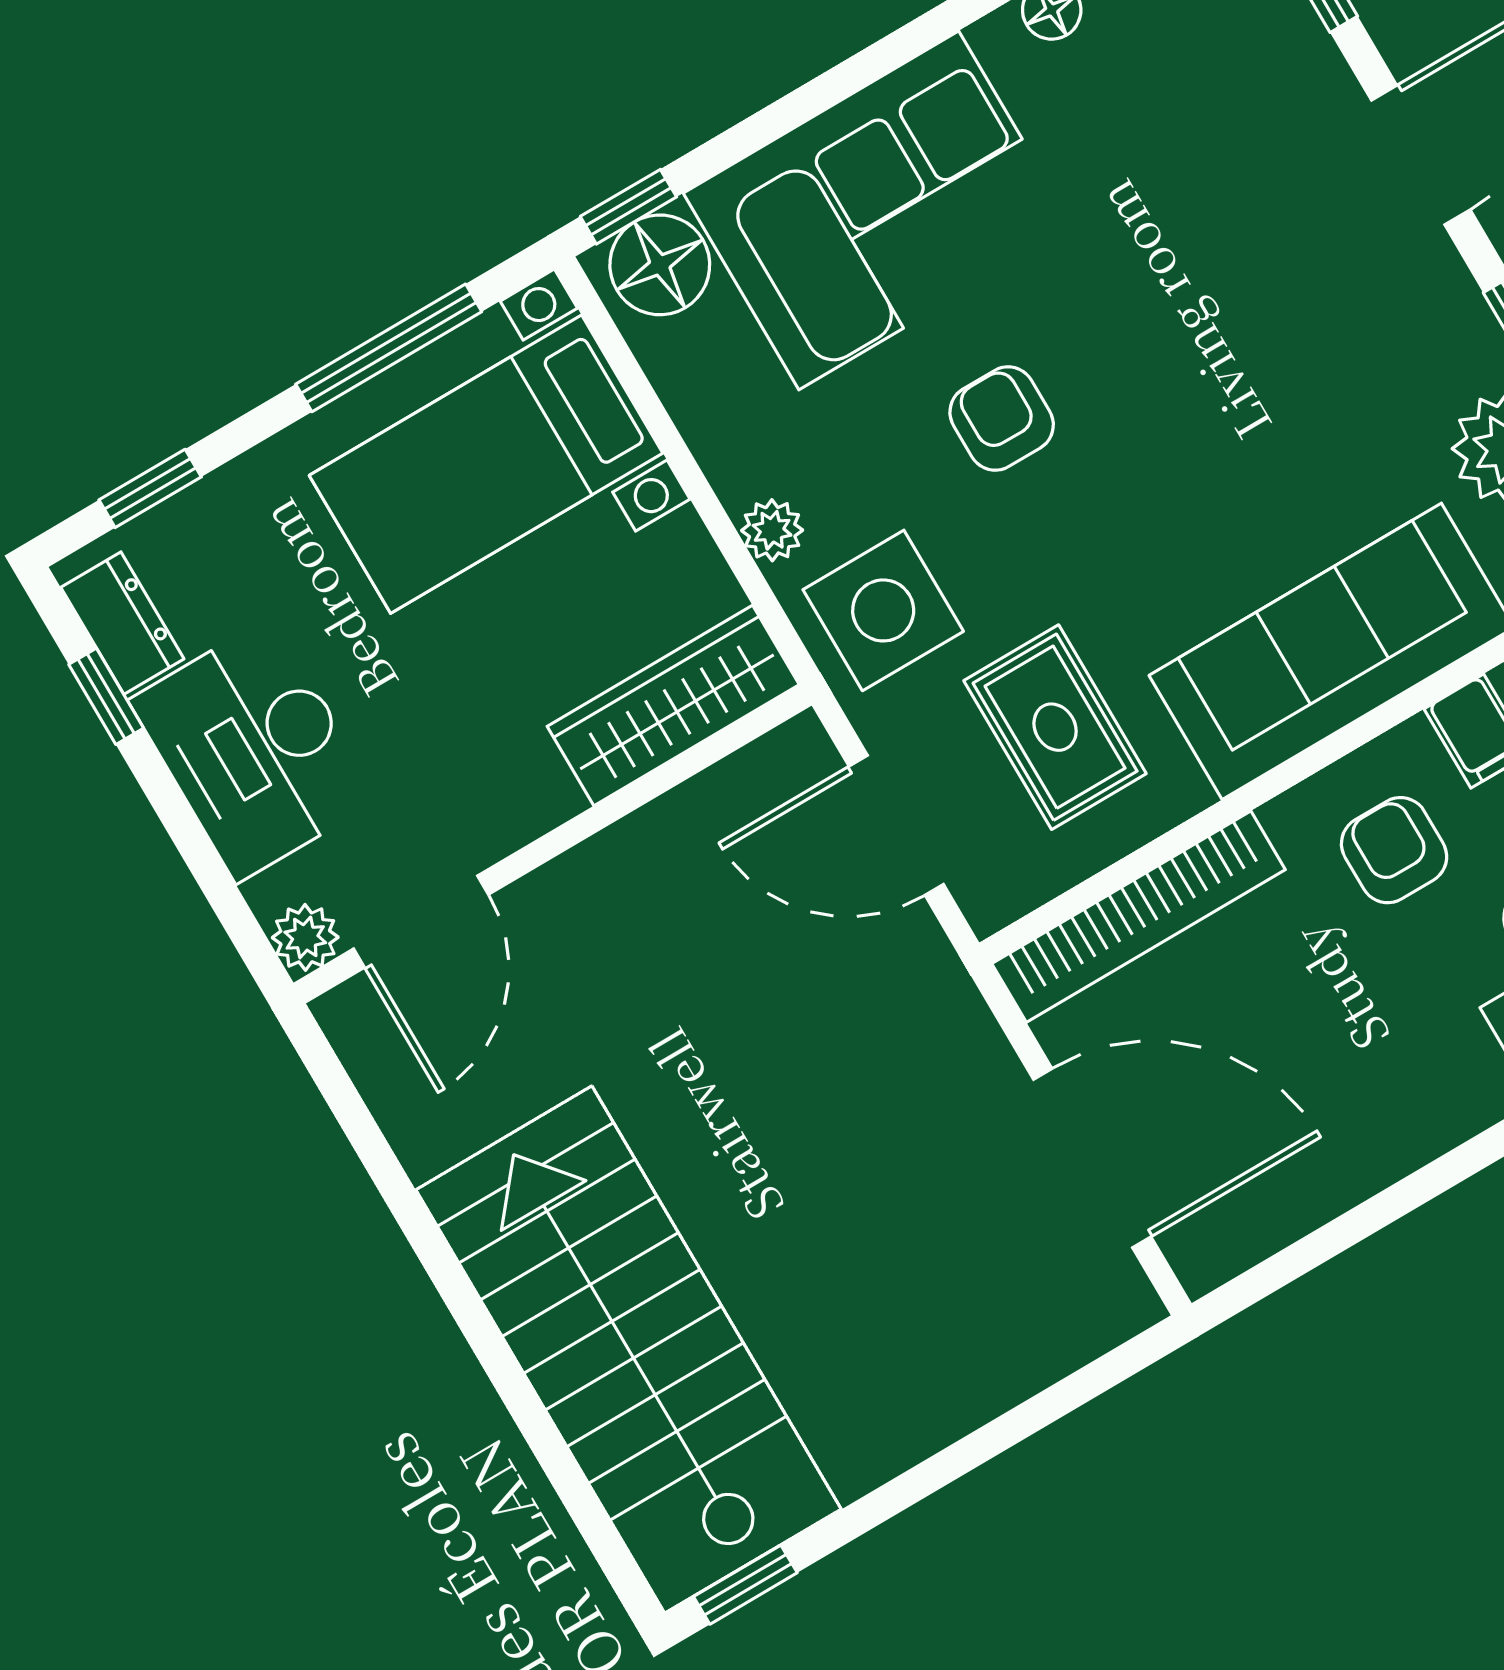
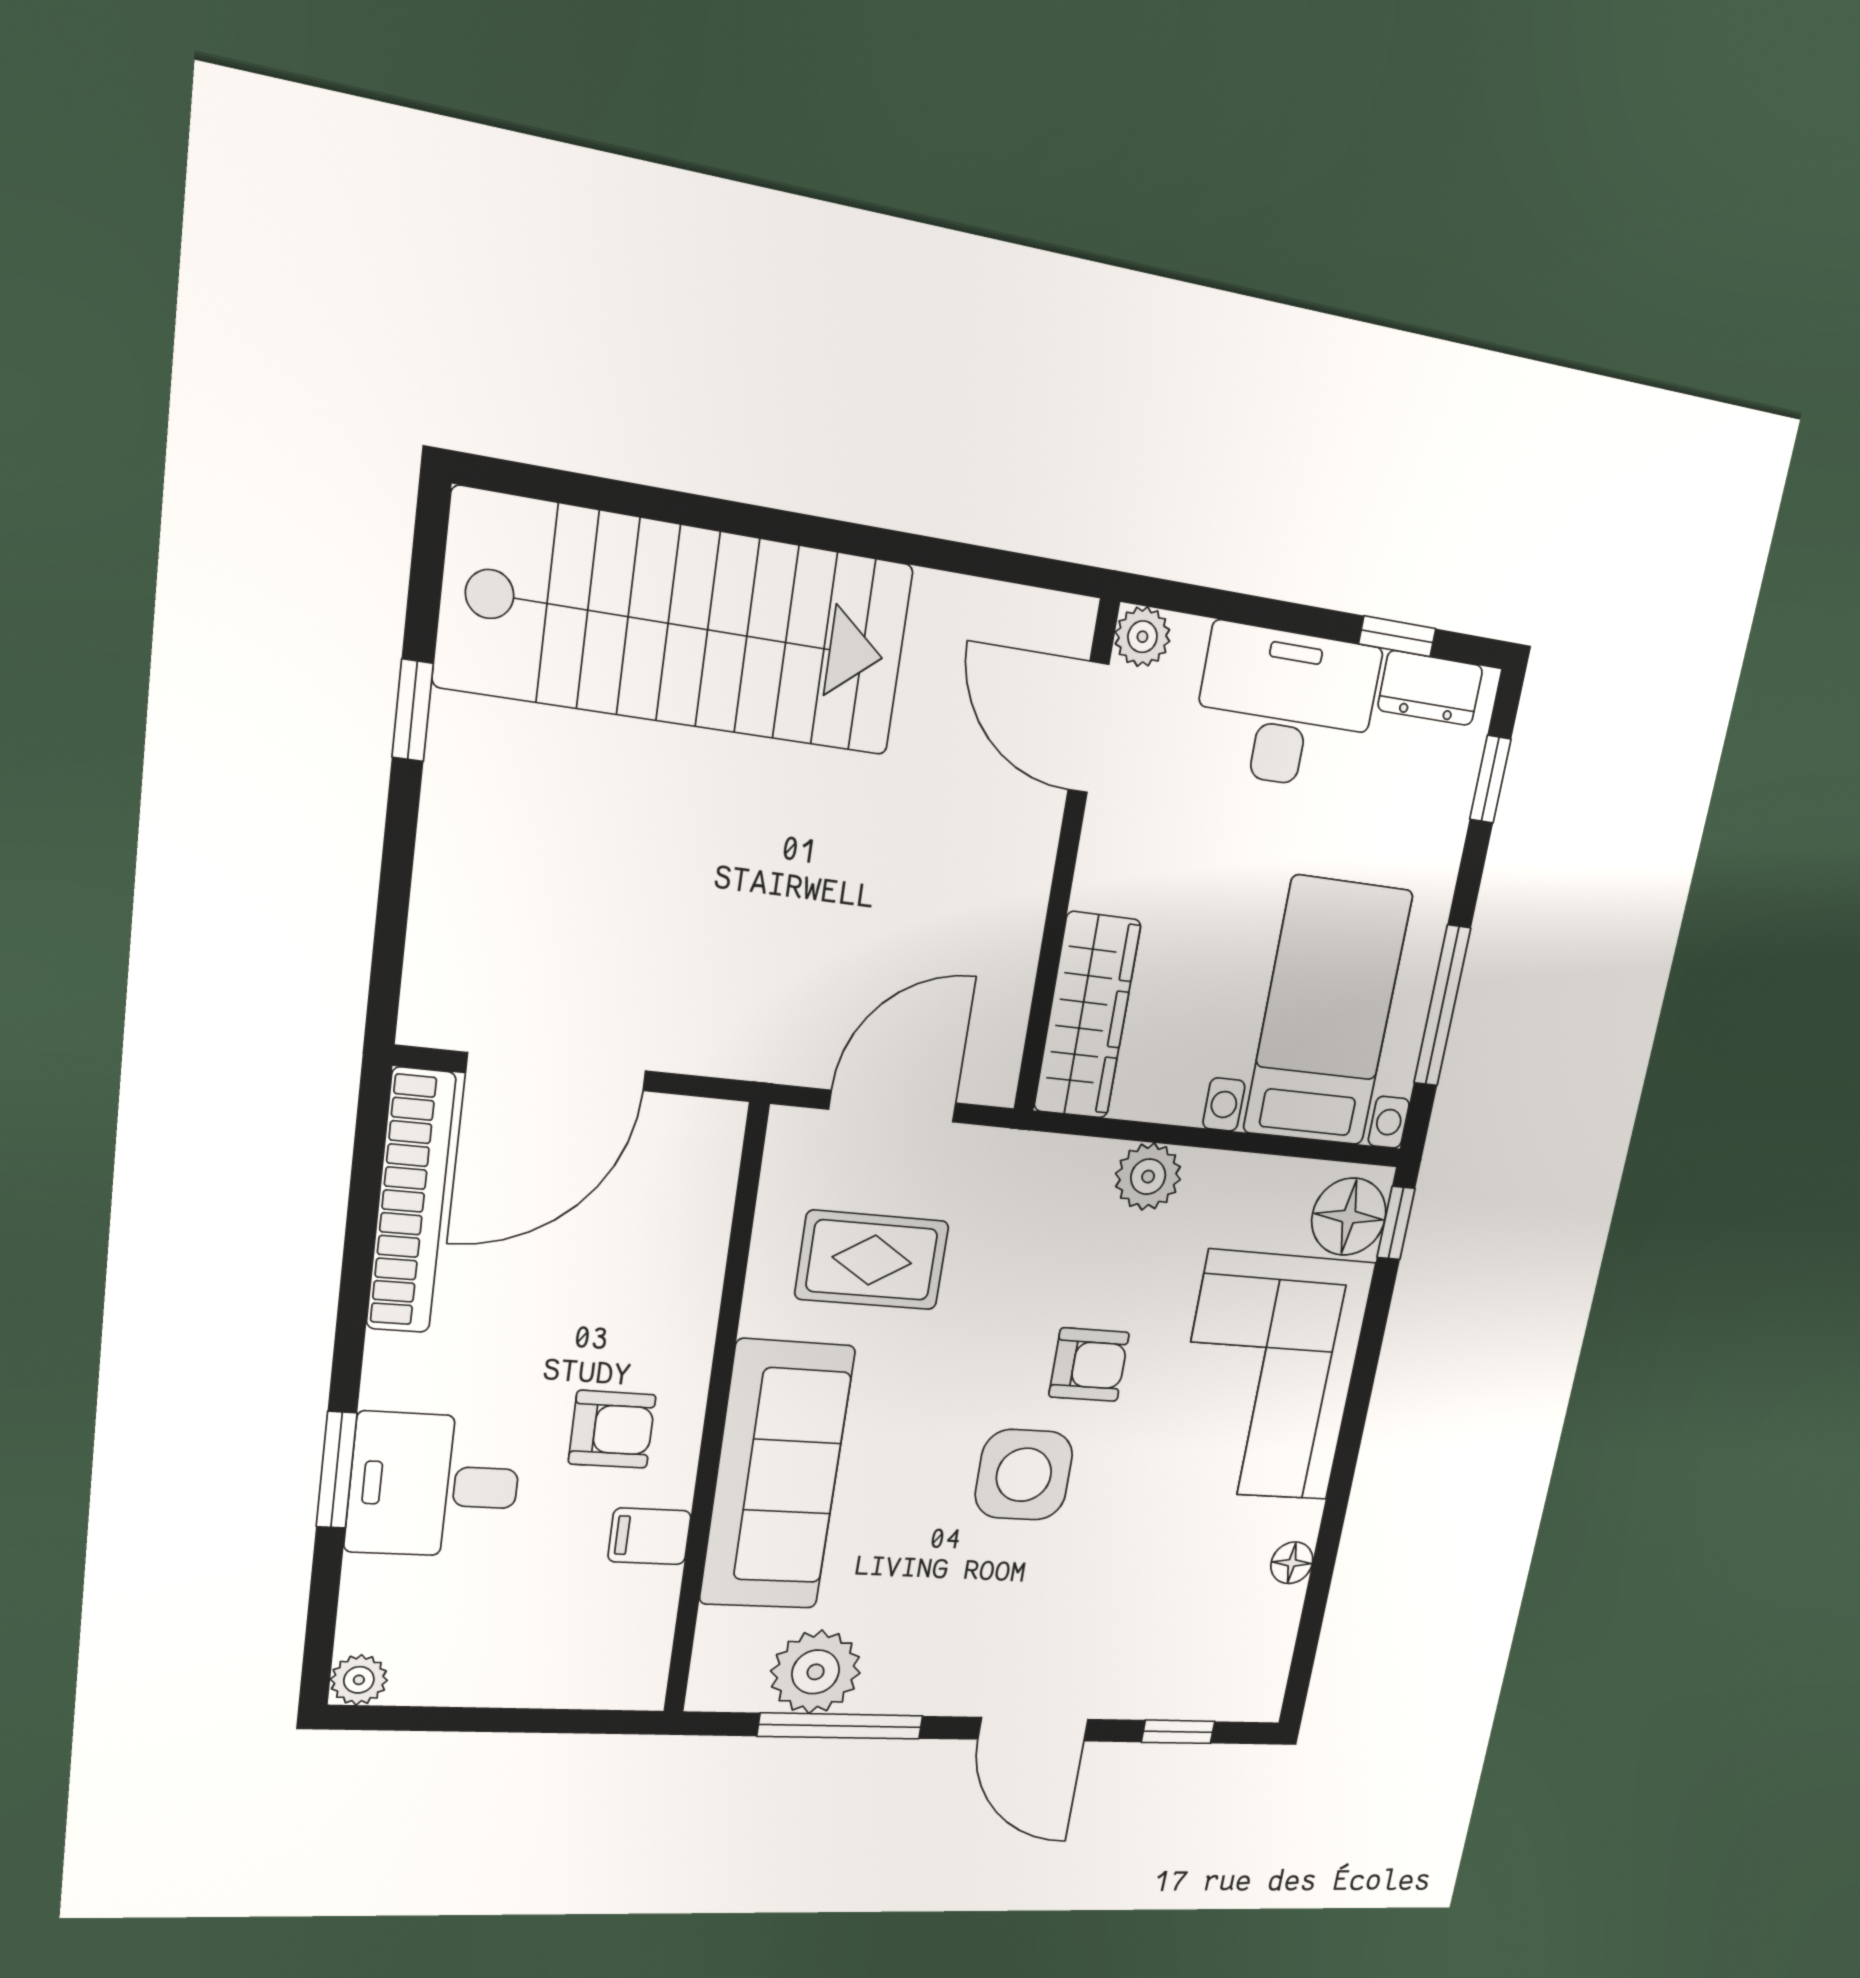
plant: (772, 530) -> (1148, 1177), width x1.38, depth x1.38
side table: (883, 610) -> (1024, 1475), moved
bookcase: (1139, 917) -> (411, 1202), moved, turned 180
window: (745, 1585) -> (413, 710), moved

